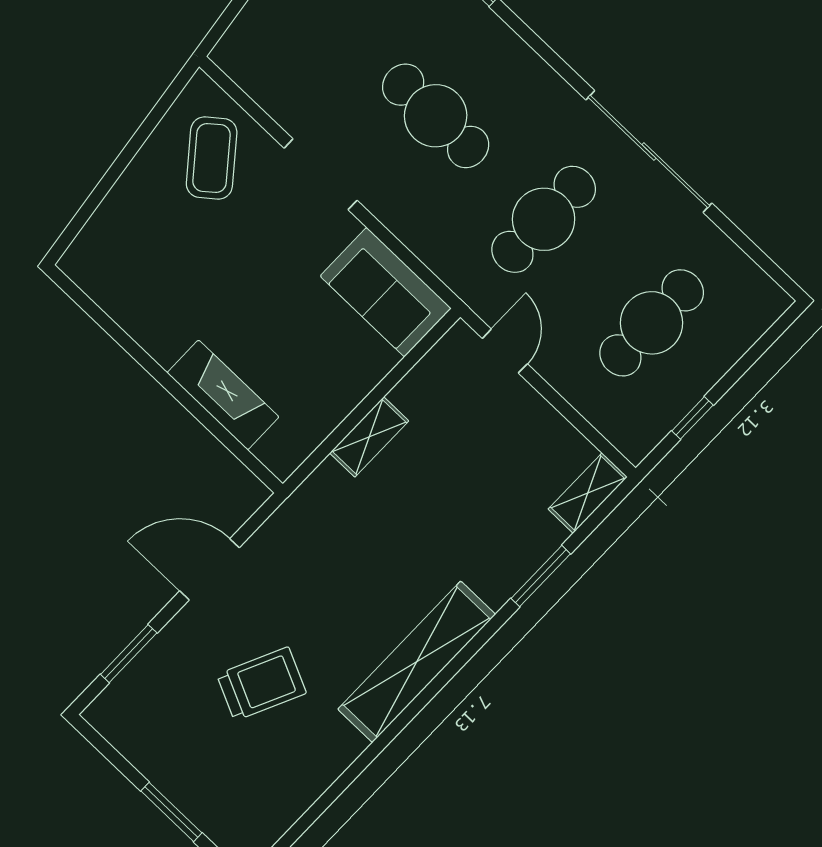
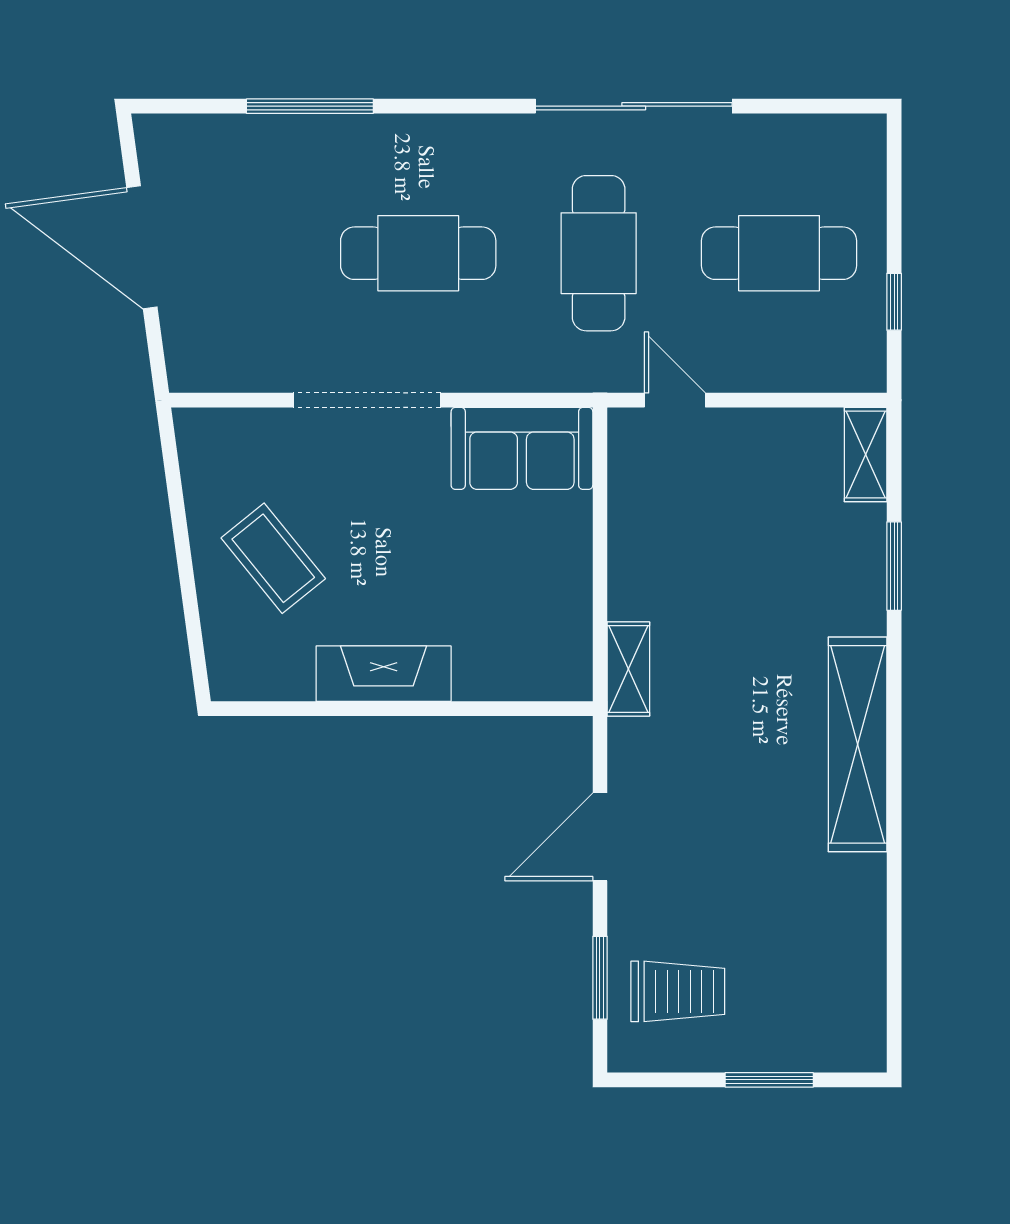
coffee table: (212, 158) -> (273, 558), moved
doorway: (321, 174) -> (367, 400), width x1.36
cafe table: (652, 323) -> (779, 253), turned 90
fireplace: (223, 395) -> (384, 674), moved
shelving: (369, 437) -> (628, 669), moved
trolley: (262, 684) -> (678, 991), moved, turned 65

